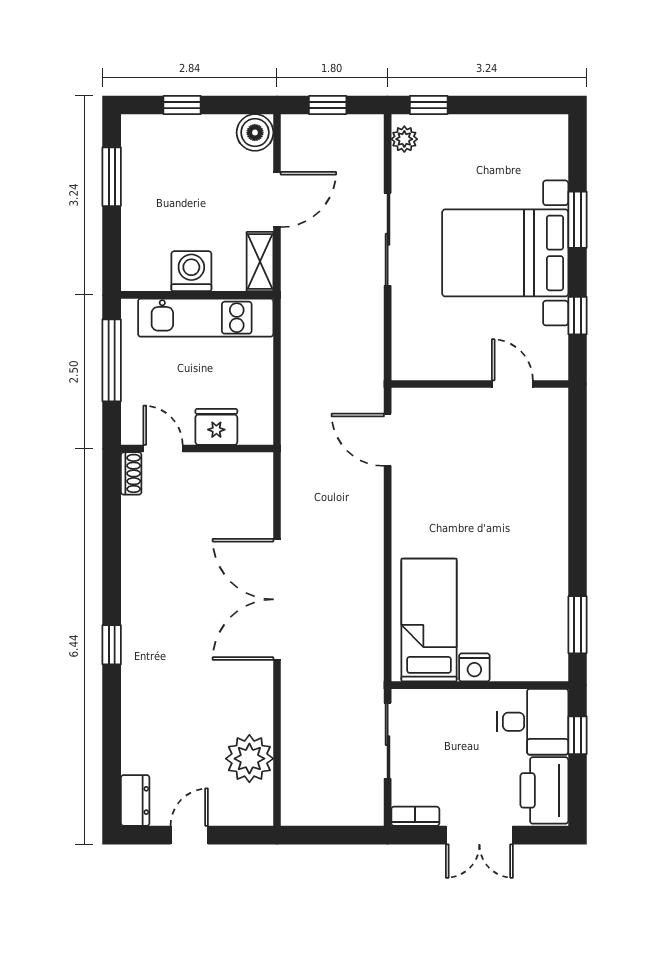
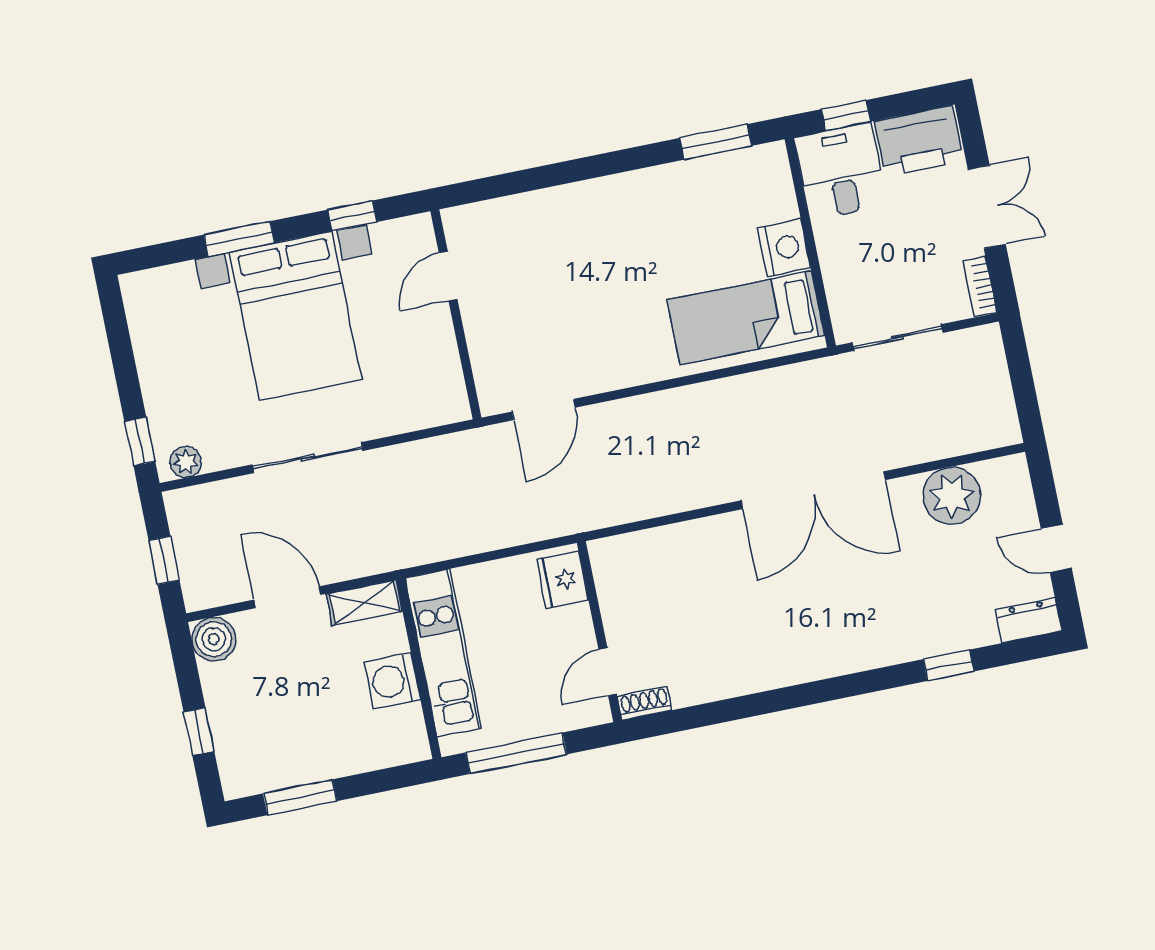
fridge: (216, 427) -> (562, 580), moved
double door: (277, 599) -> (813, 490), moved
window: (112, 645) -> (949, 665), moved
nightstand: (474, 667) -> (784, 248), width x1.36, depth x1.33

